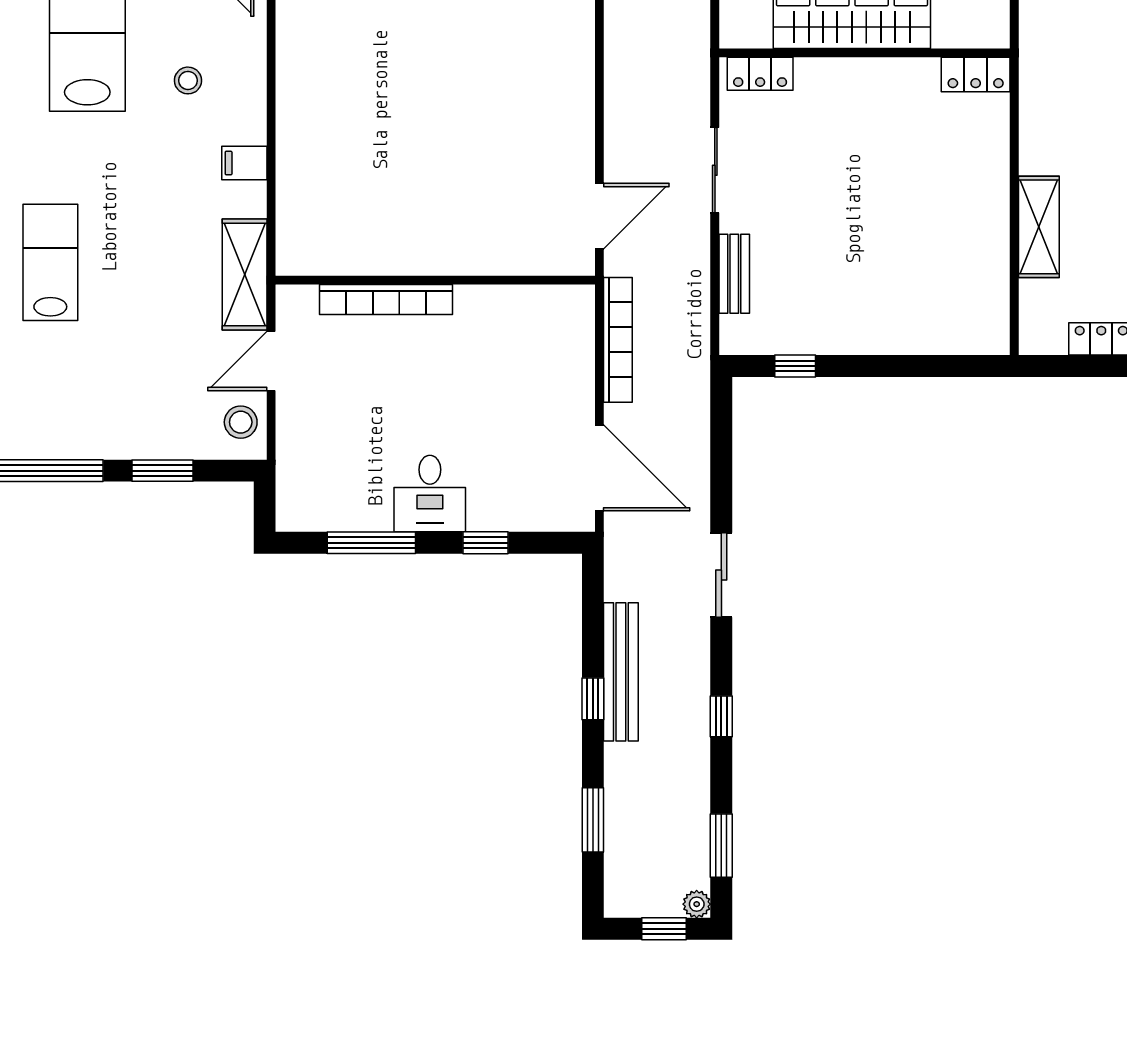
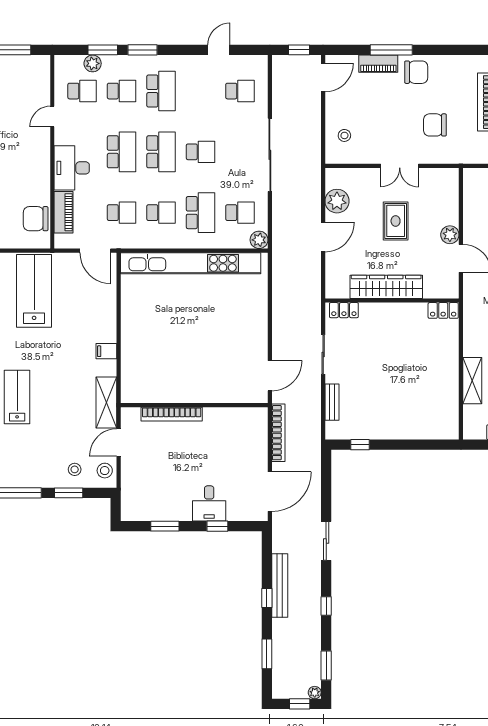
stool: (188, 80) -> (75, 469), moved
door: (599, 468) -> (270, 492), hinge flipped
desk: (430, 494) -> (209, 503), moved
window: (371, 543) -> (165, 526), width x0.69

